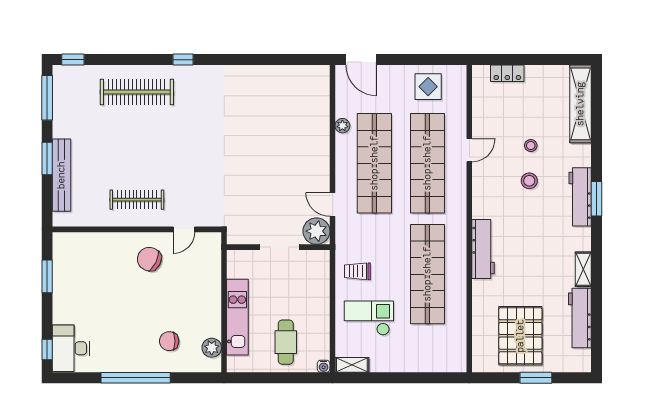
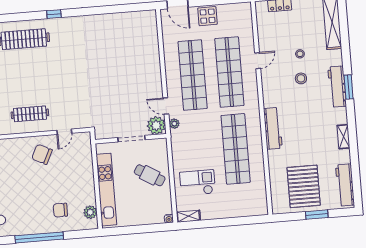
display table: (428, 87) -> (208, 16), moved
plant: (342, 126) -> (174, 124), moved
trolley: (357, 271) -> (187, 151), removed
kitchen unit: (237, 317) -> (106, 190), width x1.36
workbench: (580, 318) -> (345, 185), moved
cafe table: (286, 342) -> (150, 175), moved, turned -59

